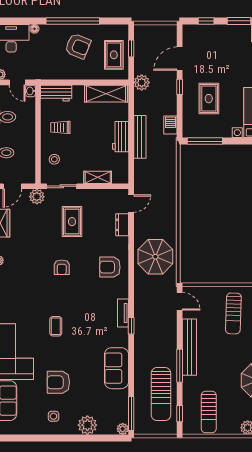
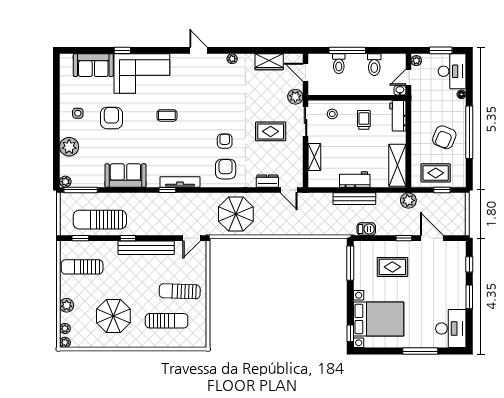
armchair: (62, 267) -> (225, 141), moved, turned 90
tv unit: (123, 313) -> (180, 182), width x1.41
window: (180, 366) -> (128, 238), width x0.46

